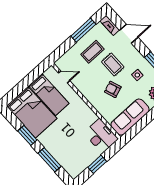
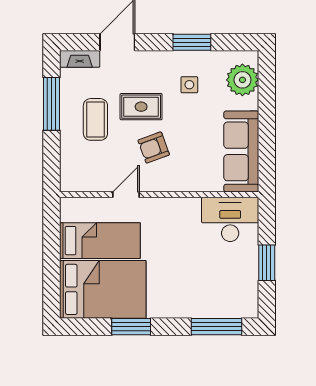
door: (64, 77) -> (126, 195), moved
armchair: (113, 89) -> (154, 148), moved
window: (50, 160) -> (217, 327), moved

